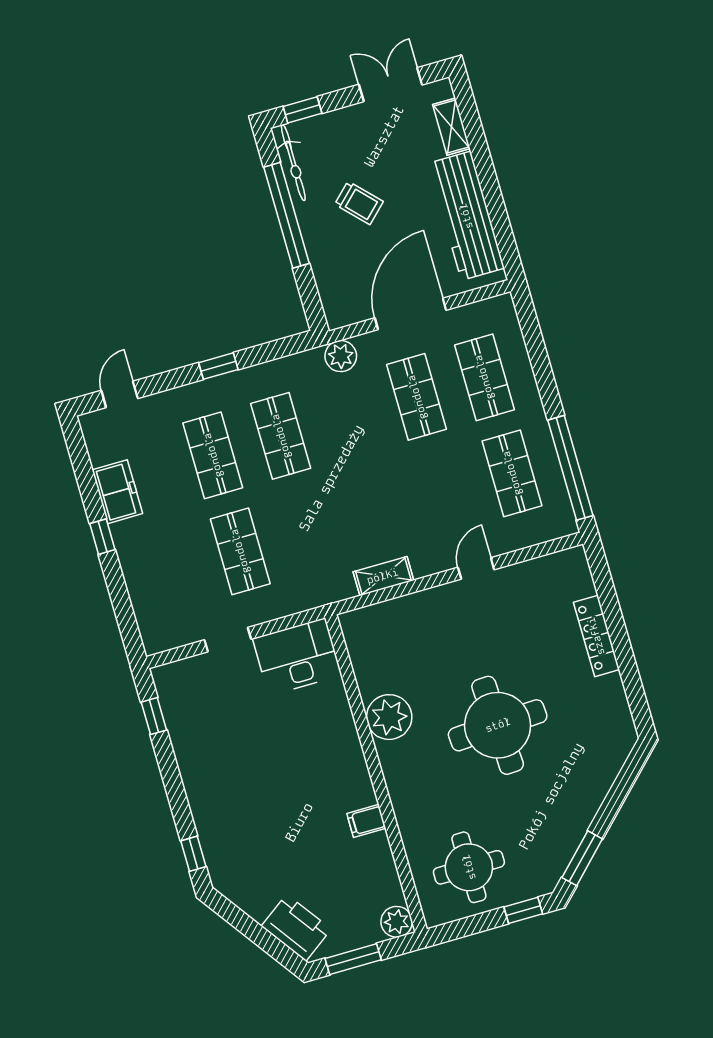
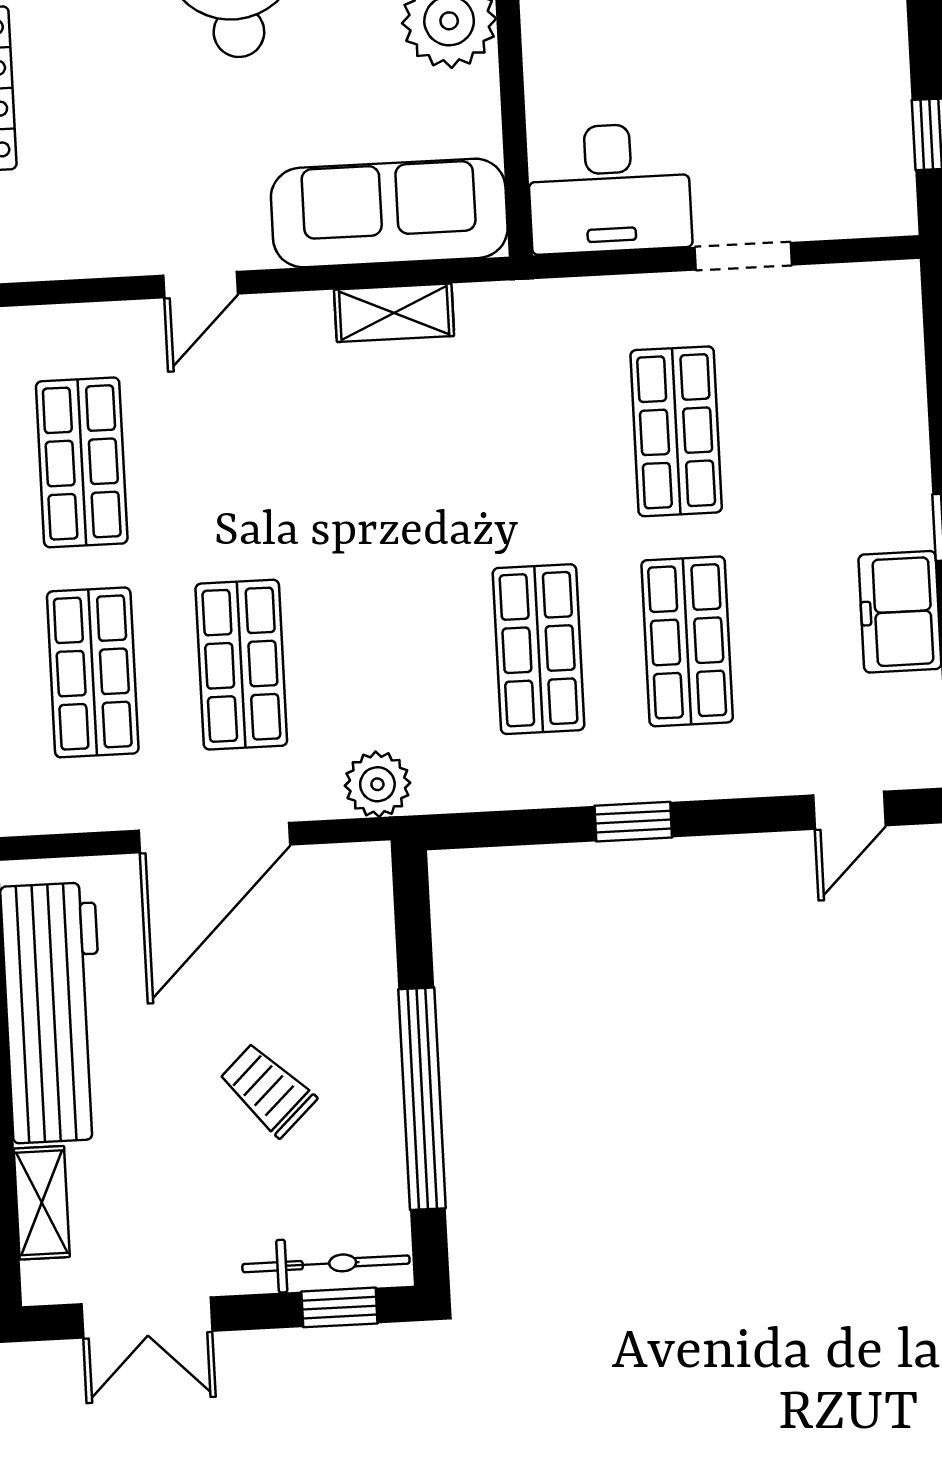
bicycle: (293, 163) -> (326, 1264), moved, turned 90
sofa: (396, 622) -> (389, 213), added

